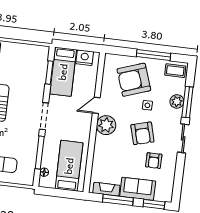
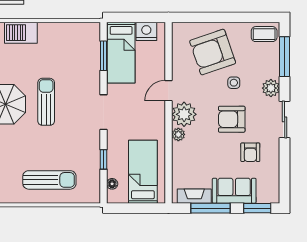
window: (154, 55) -> (234, 17), removed
plant: (177, 101) -> (271, 88), moved
window: (187, 102) -> (285, 57), moved
armchair: (142, 133) -> (232, 119), turned 105
plant: (100, 140) -> (178, 134), added
window: (40, 153) -> (103, 159), width x0.46

